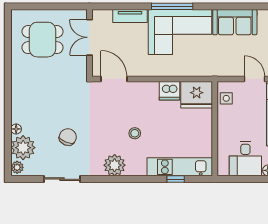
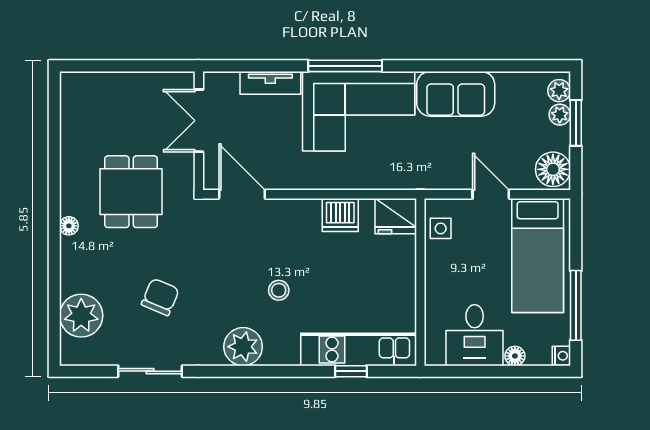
dining table: (42, 40) -> (131, 192), moved, turned 90
fridge: (197, 95) -> (396, 216), width x0.73, depth x0.75
floor lamp: (16, 129) -> (69, 226), moved
plant: (17, 167) -> (71, 350), removed

